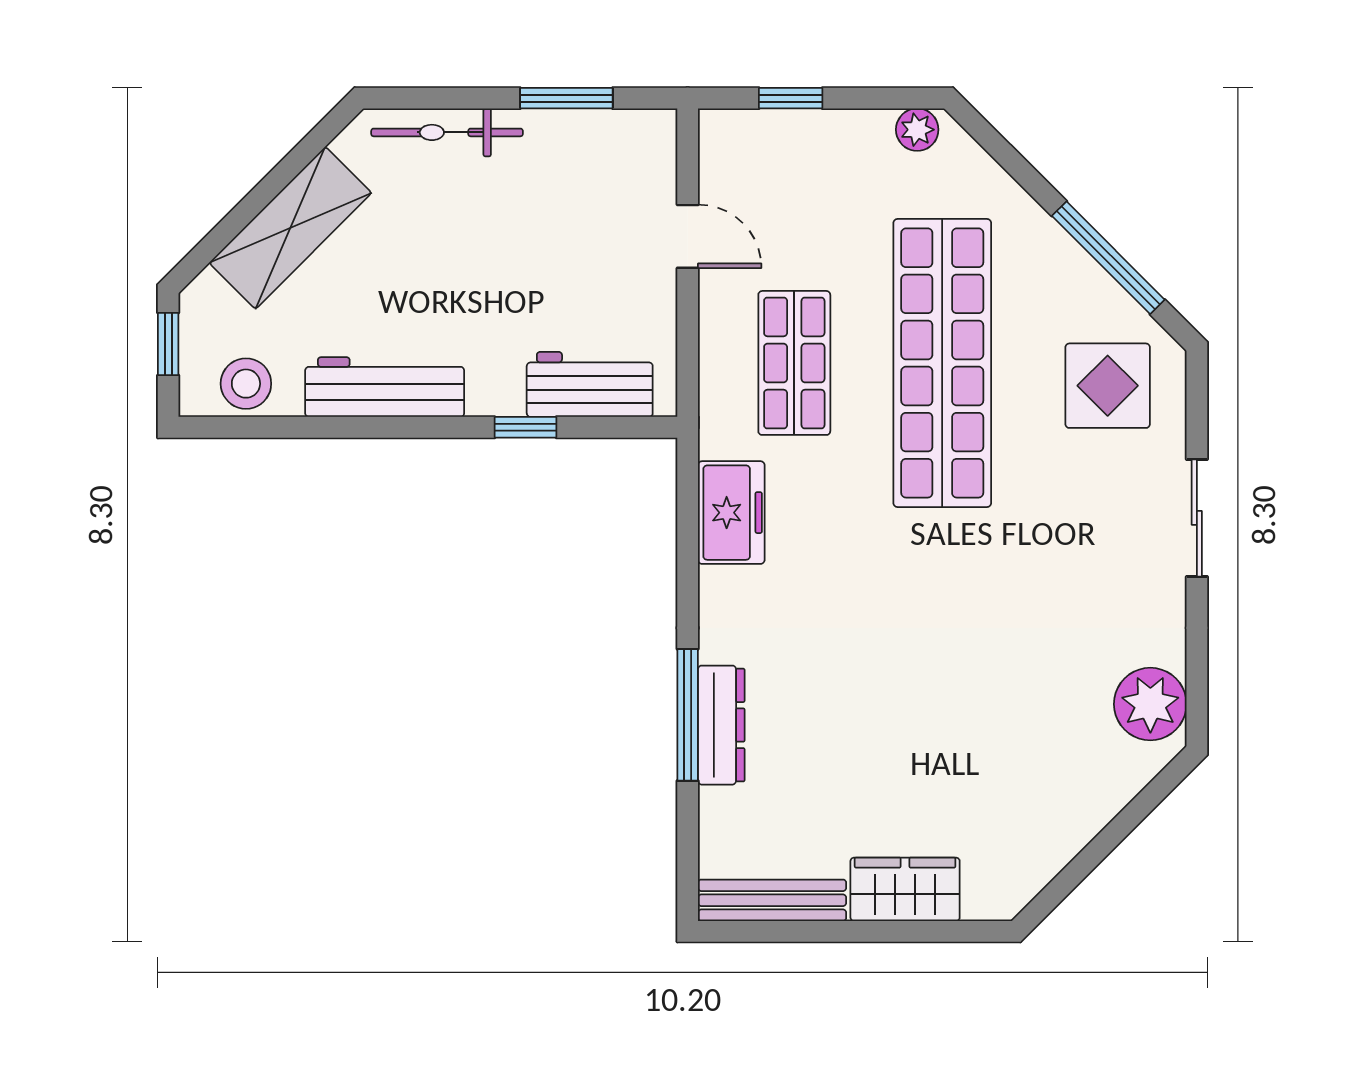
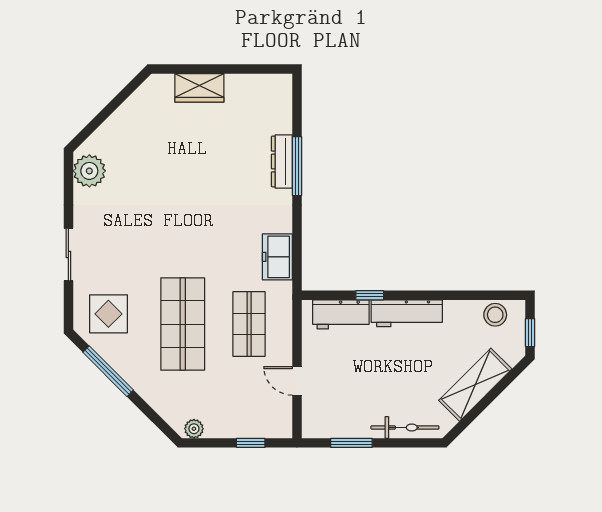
shop shelf: (942, 363) -> (183, 324), width x0.71
workbench: (385, 387) -> (407, 313), moved
bench: (772, 900) -> (259, 83), removed

